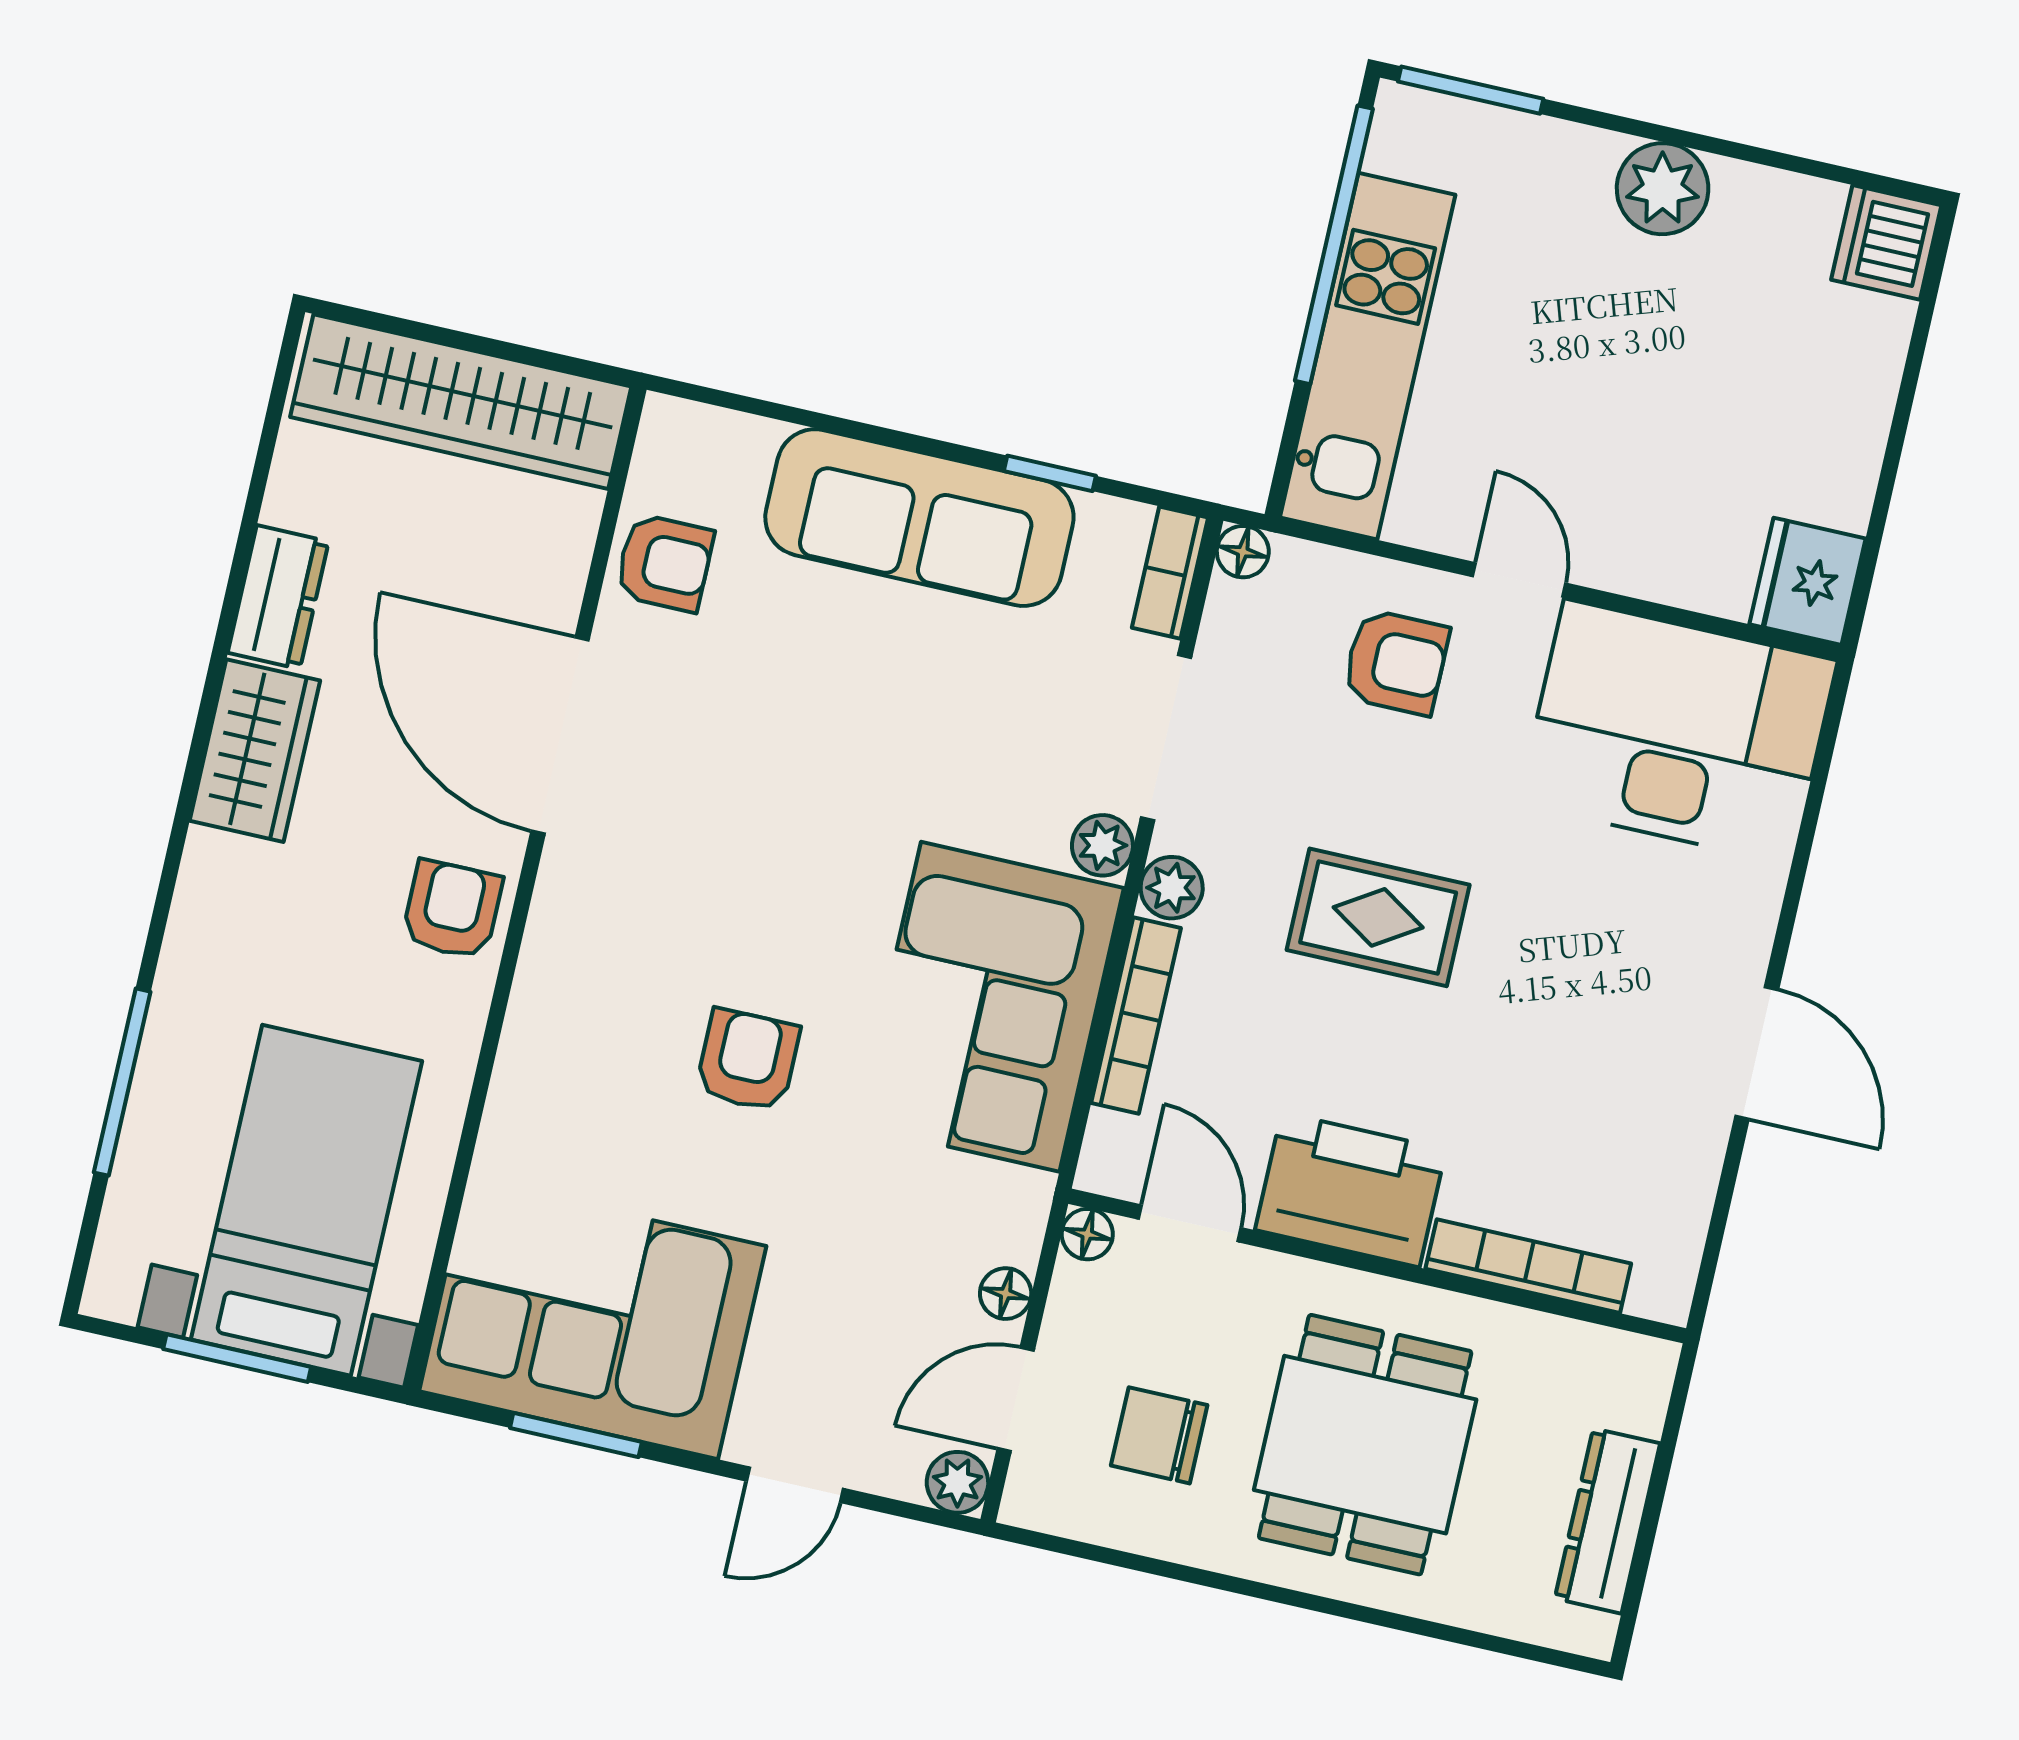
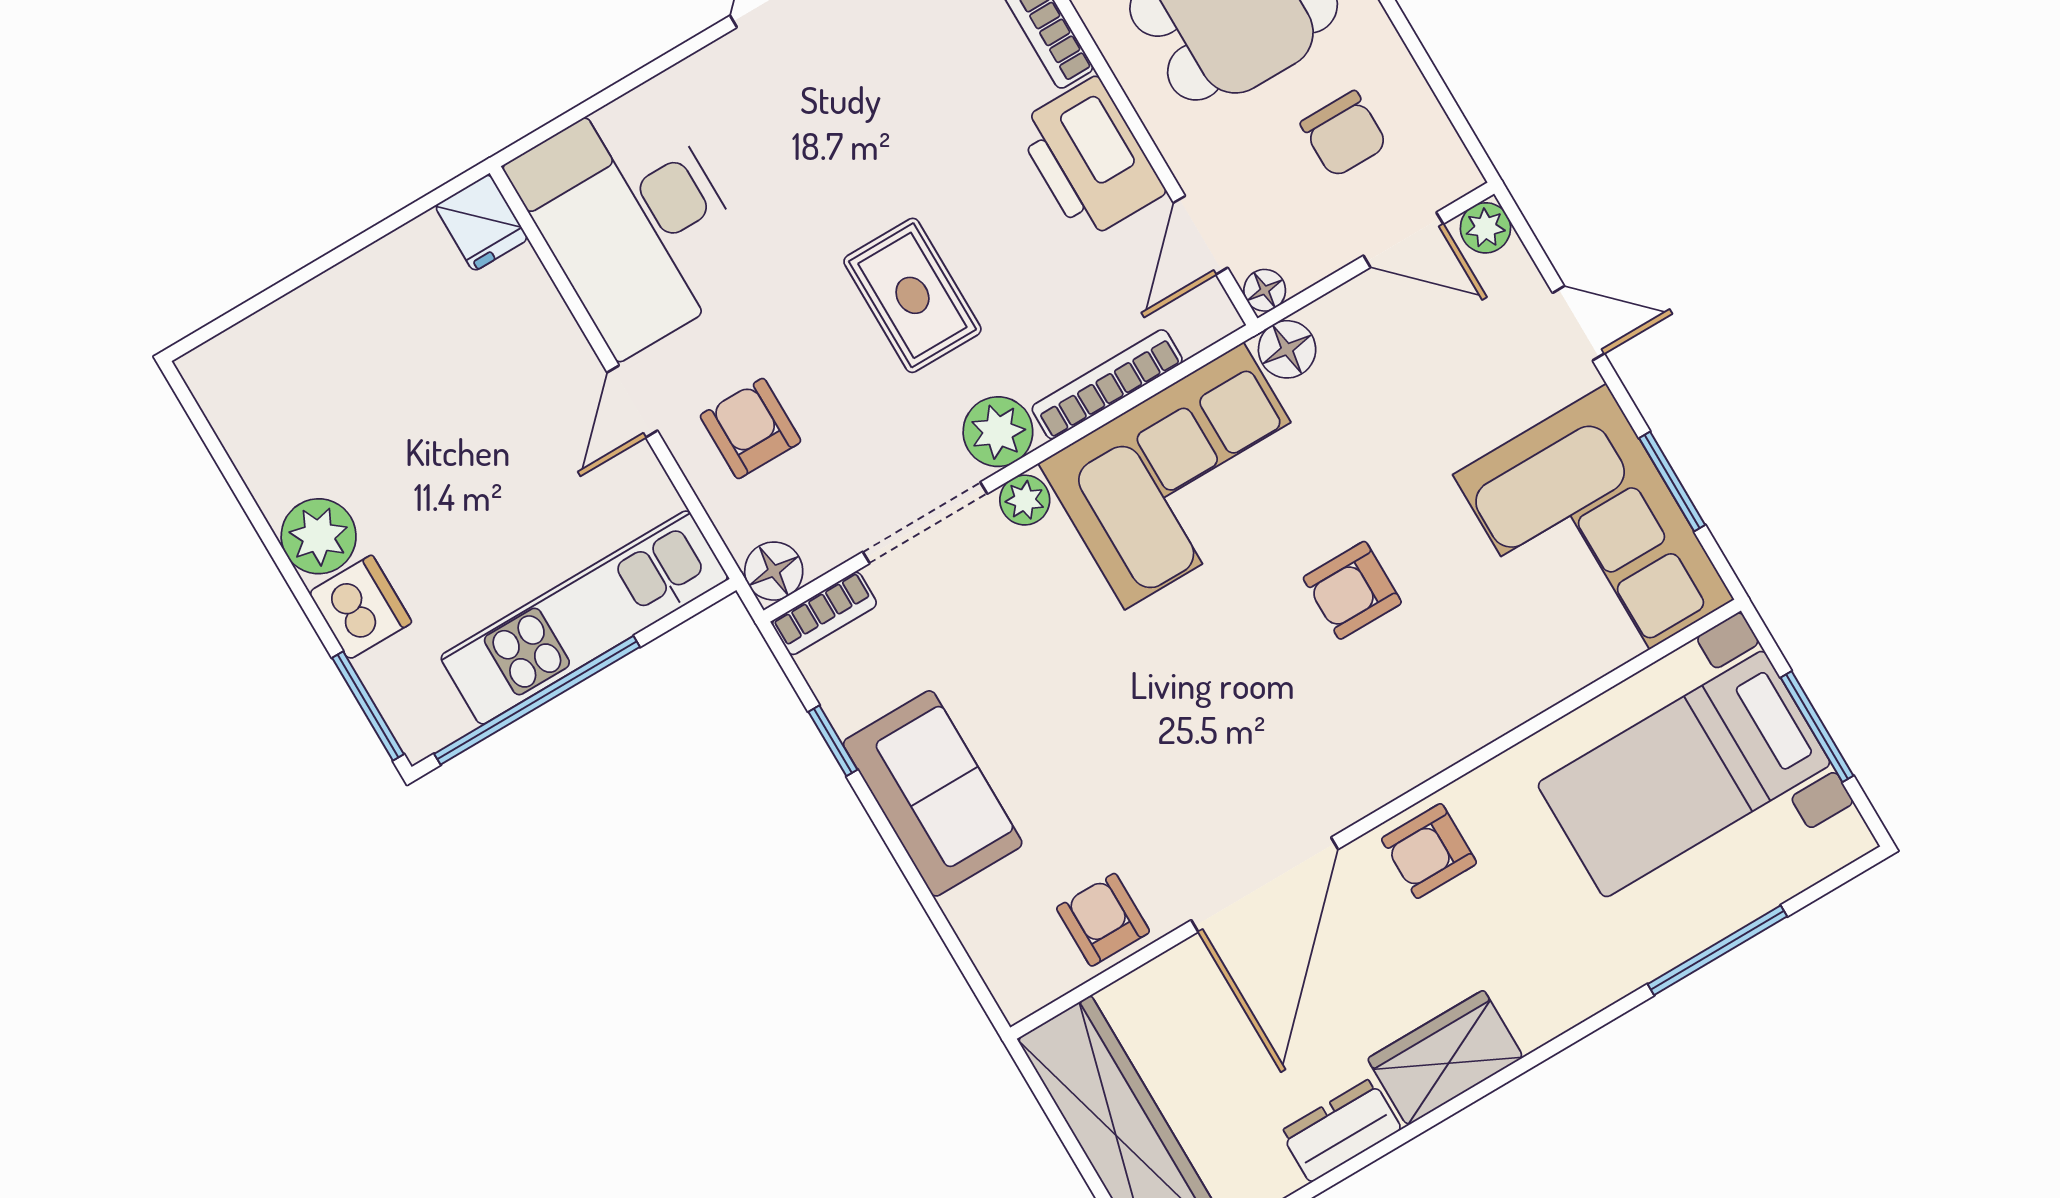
dishwasher: (1886, 242) -> (360, 607), moved, turned -90
sofa: (919, 518) -> (933, 793), width x0.73
floor lamp: (1243, 552) -> (774, 571), width x1.37, depth x1.37
fridge: (1808, 581) -> (481, 223), width x0.72
plant: (1172, 888) -> (998, 432), width x1.38, depth x1.38
floor lamp: (1006, 1294) -> (1287, 349), moved, width x1.37, depth x1.37

